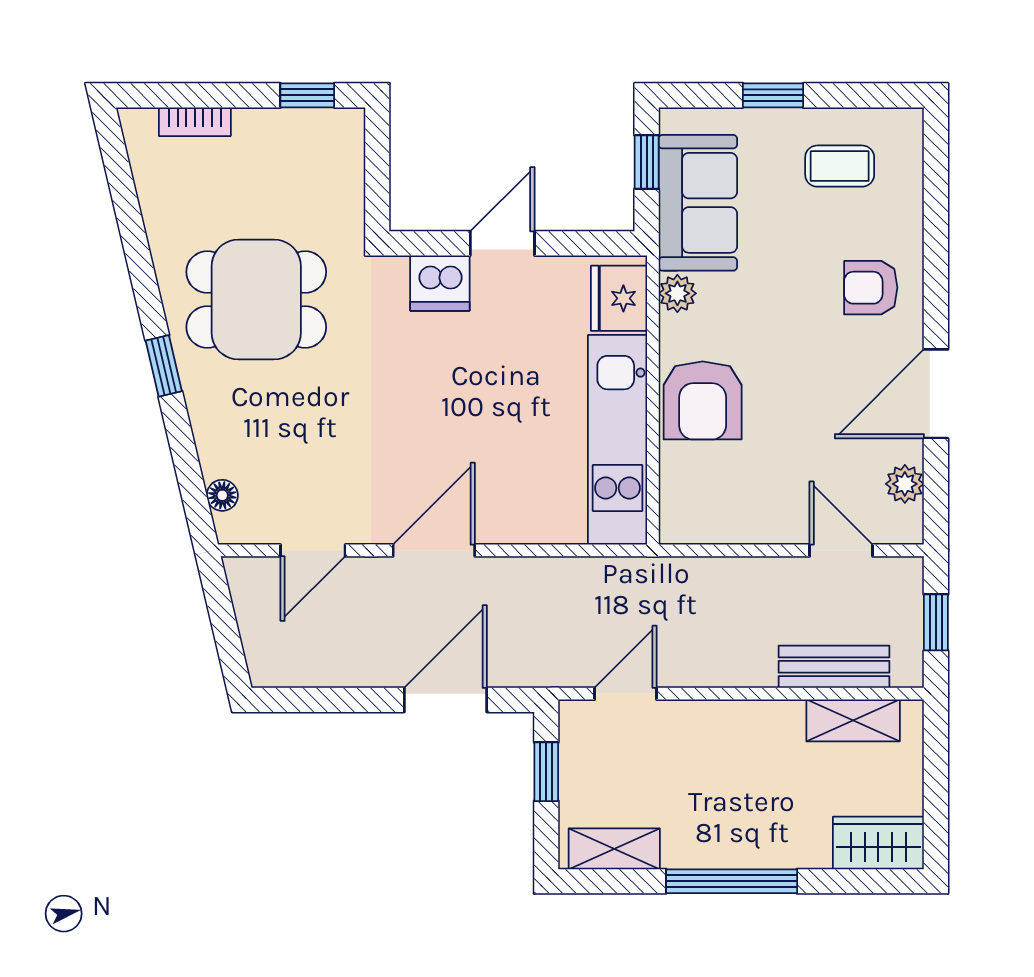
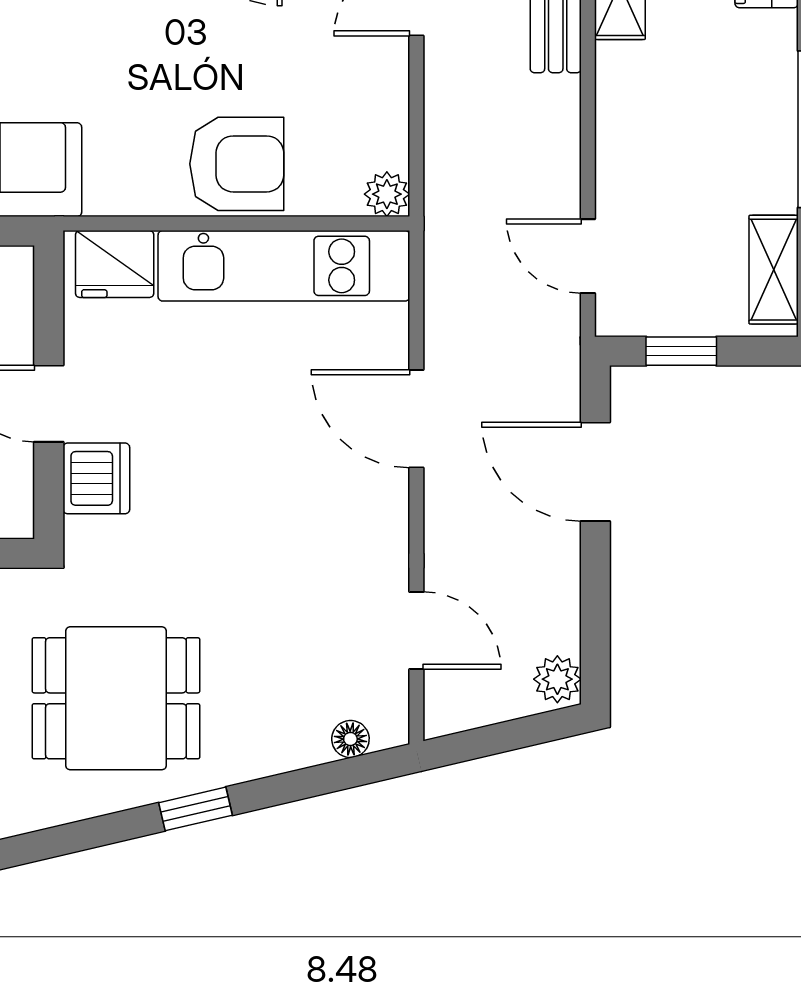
plant: (677, 293) -> (387, 194), moved
dining table: (256, 299) -> (116, 698), turned 90
door: (434, 550) -> (416, 419), moved
plant: (272, 668) -> (557, 679), added

